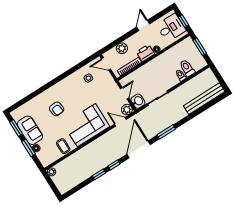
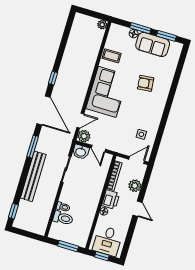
door: (143, 25) -> (137, 209), moved
bench: (204, 99) -> (33, 176), moved
window: (99, 174) -> (13, 211), moved

